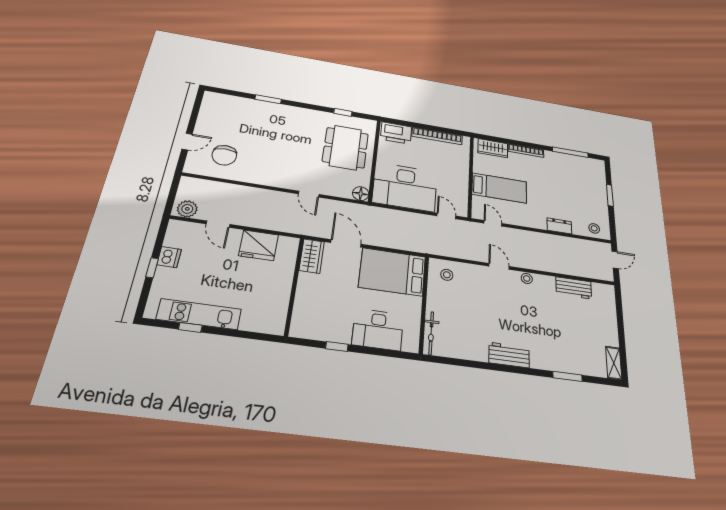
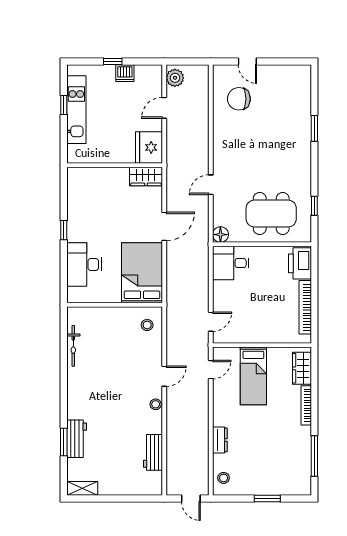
desk: (405, 187) -> (231, 263), width x0.53, depth x0.77
wardrobe: (312, 256) -> (146, 177), moved
wall: (294, 286) -> (115, 165), moved
bicycle: (431, 333) -> (73, 346), moved, turned -90
workbench: (509, 355) -> (77, 439), moved

